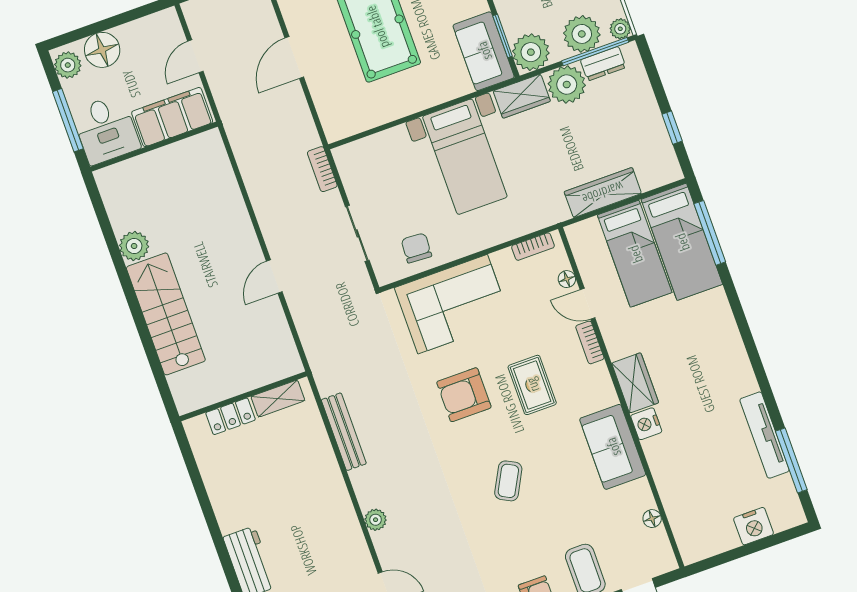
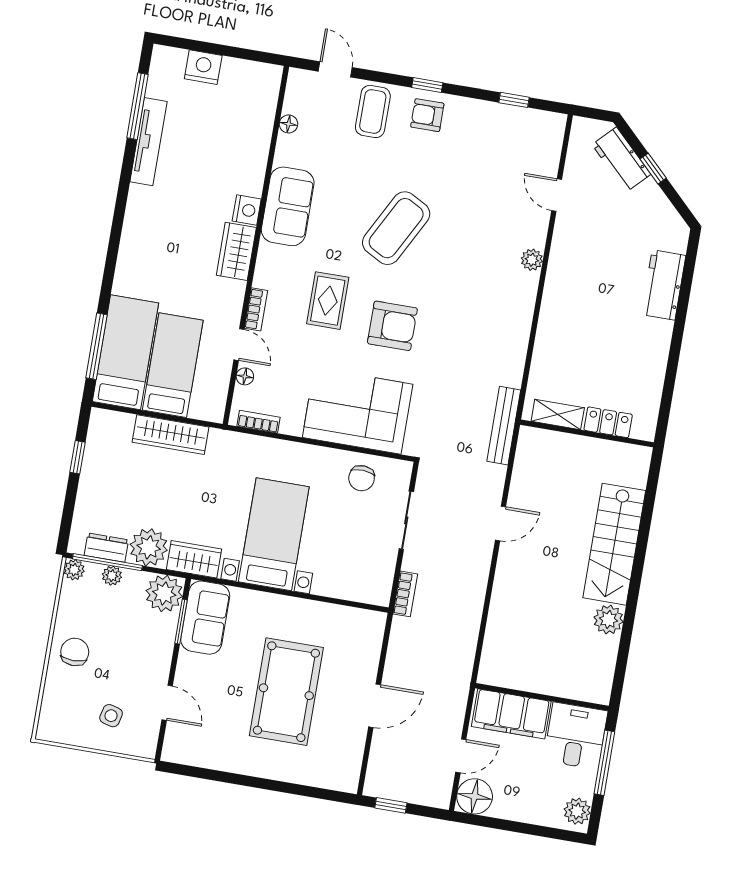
plant: (582, 34) -> (112, 576), width x0.53, depth x0.53
floor lamp: (102, 50) -> (475, 796), moved
bench: (344, 432) -> (504, 426), moved
coffee table: (508, 481) -> (396, 228), width x1.86, depth x1.72

